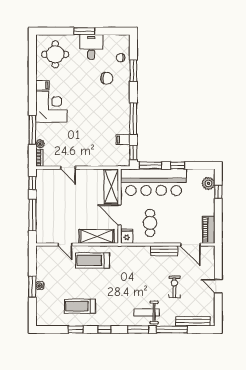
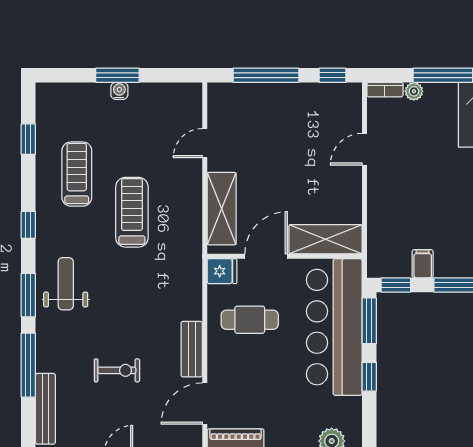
treadmill: (93, 260) -> (132, 212), moved
weight bench: (147, 312) -> (66, 284), moved
window: (76, 329) -> (28, 139), moved

